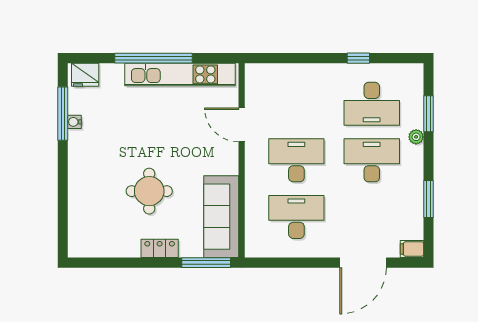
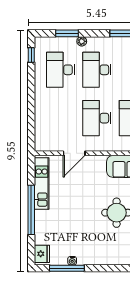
window: (358, 58) -> (31, 55), moved
kitchen unit: (180, 74) -> (42, 183), width x0.73
desk: (372, 104) -> (61, 70), turned 180

